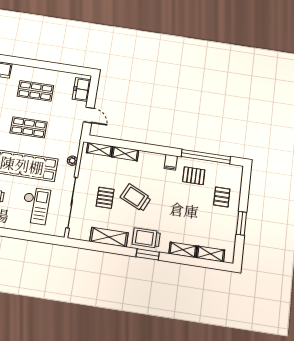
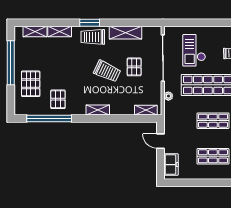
shelving: (125, 154) -> (98, 110), moved
filing cabinet: (171, 162) -> (80, 108), removed
pallet: (194, 176) -> (58, 99), turned 90
pallet: (222, 197) -> (31, 84), width x1.50, depth x1.42
window: (241, 223) -> (11, 63), width x2.11
trolley: (146, 238) -> (93, 37), turned 180

